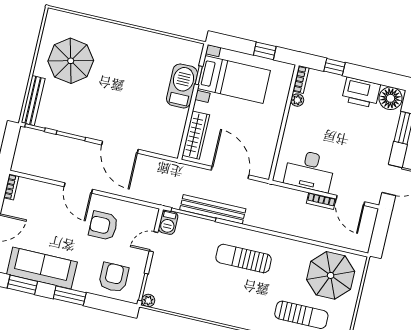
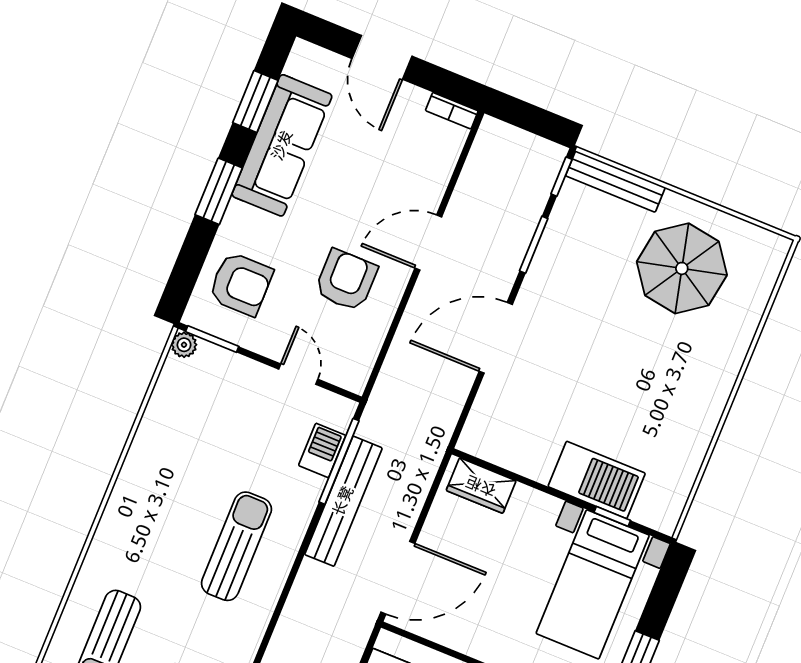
wardrobe: (196, 135) -> (481, 486), width x0.67
door: (230, 173) -> (398, 578), moved
barbecue: (168, 222) -> (322, 450), moved, turned 90

